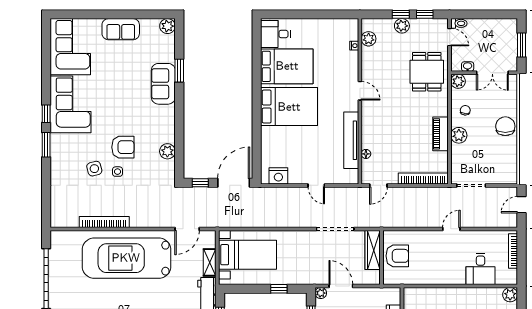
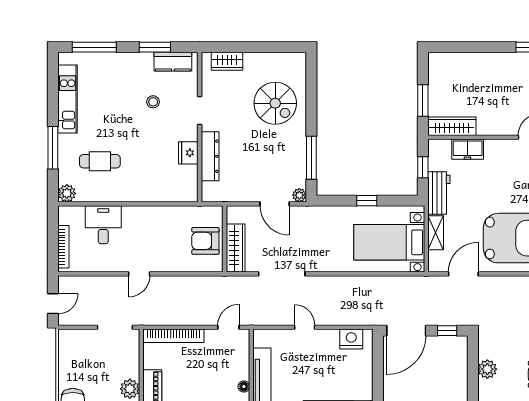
floor lamp: (366, 154) -> (244, 387), moved
window: (279, 289) -> (367, 201), moved

